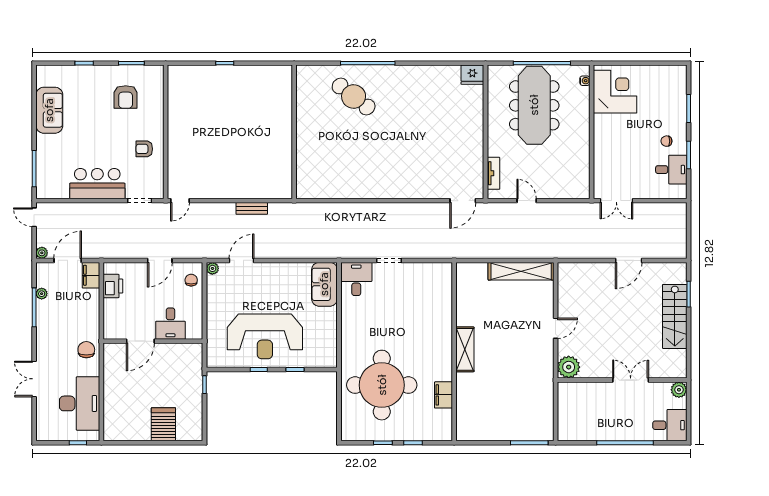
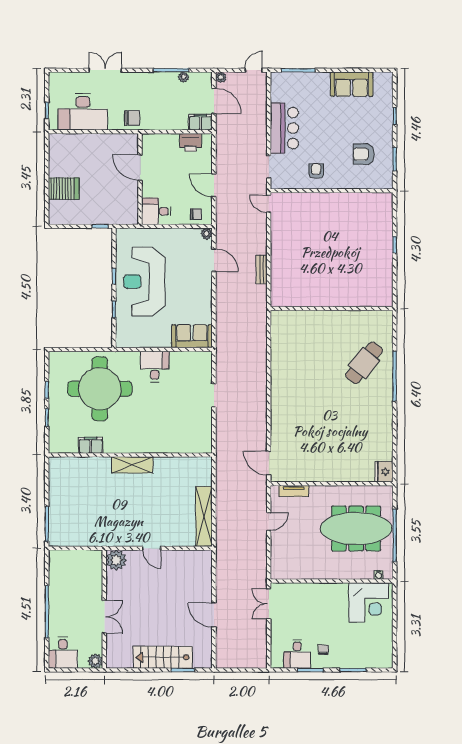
desk: (356, 279) -> (155, 367), moved, turned -90
desk: (170, 324) -> (156, 211), moved

